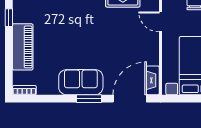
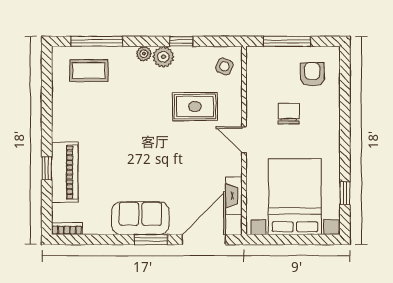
window: (9, 18) -> (47, 168), moved
fireplace: (153, 80) -> (234, 196), moved

